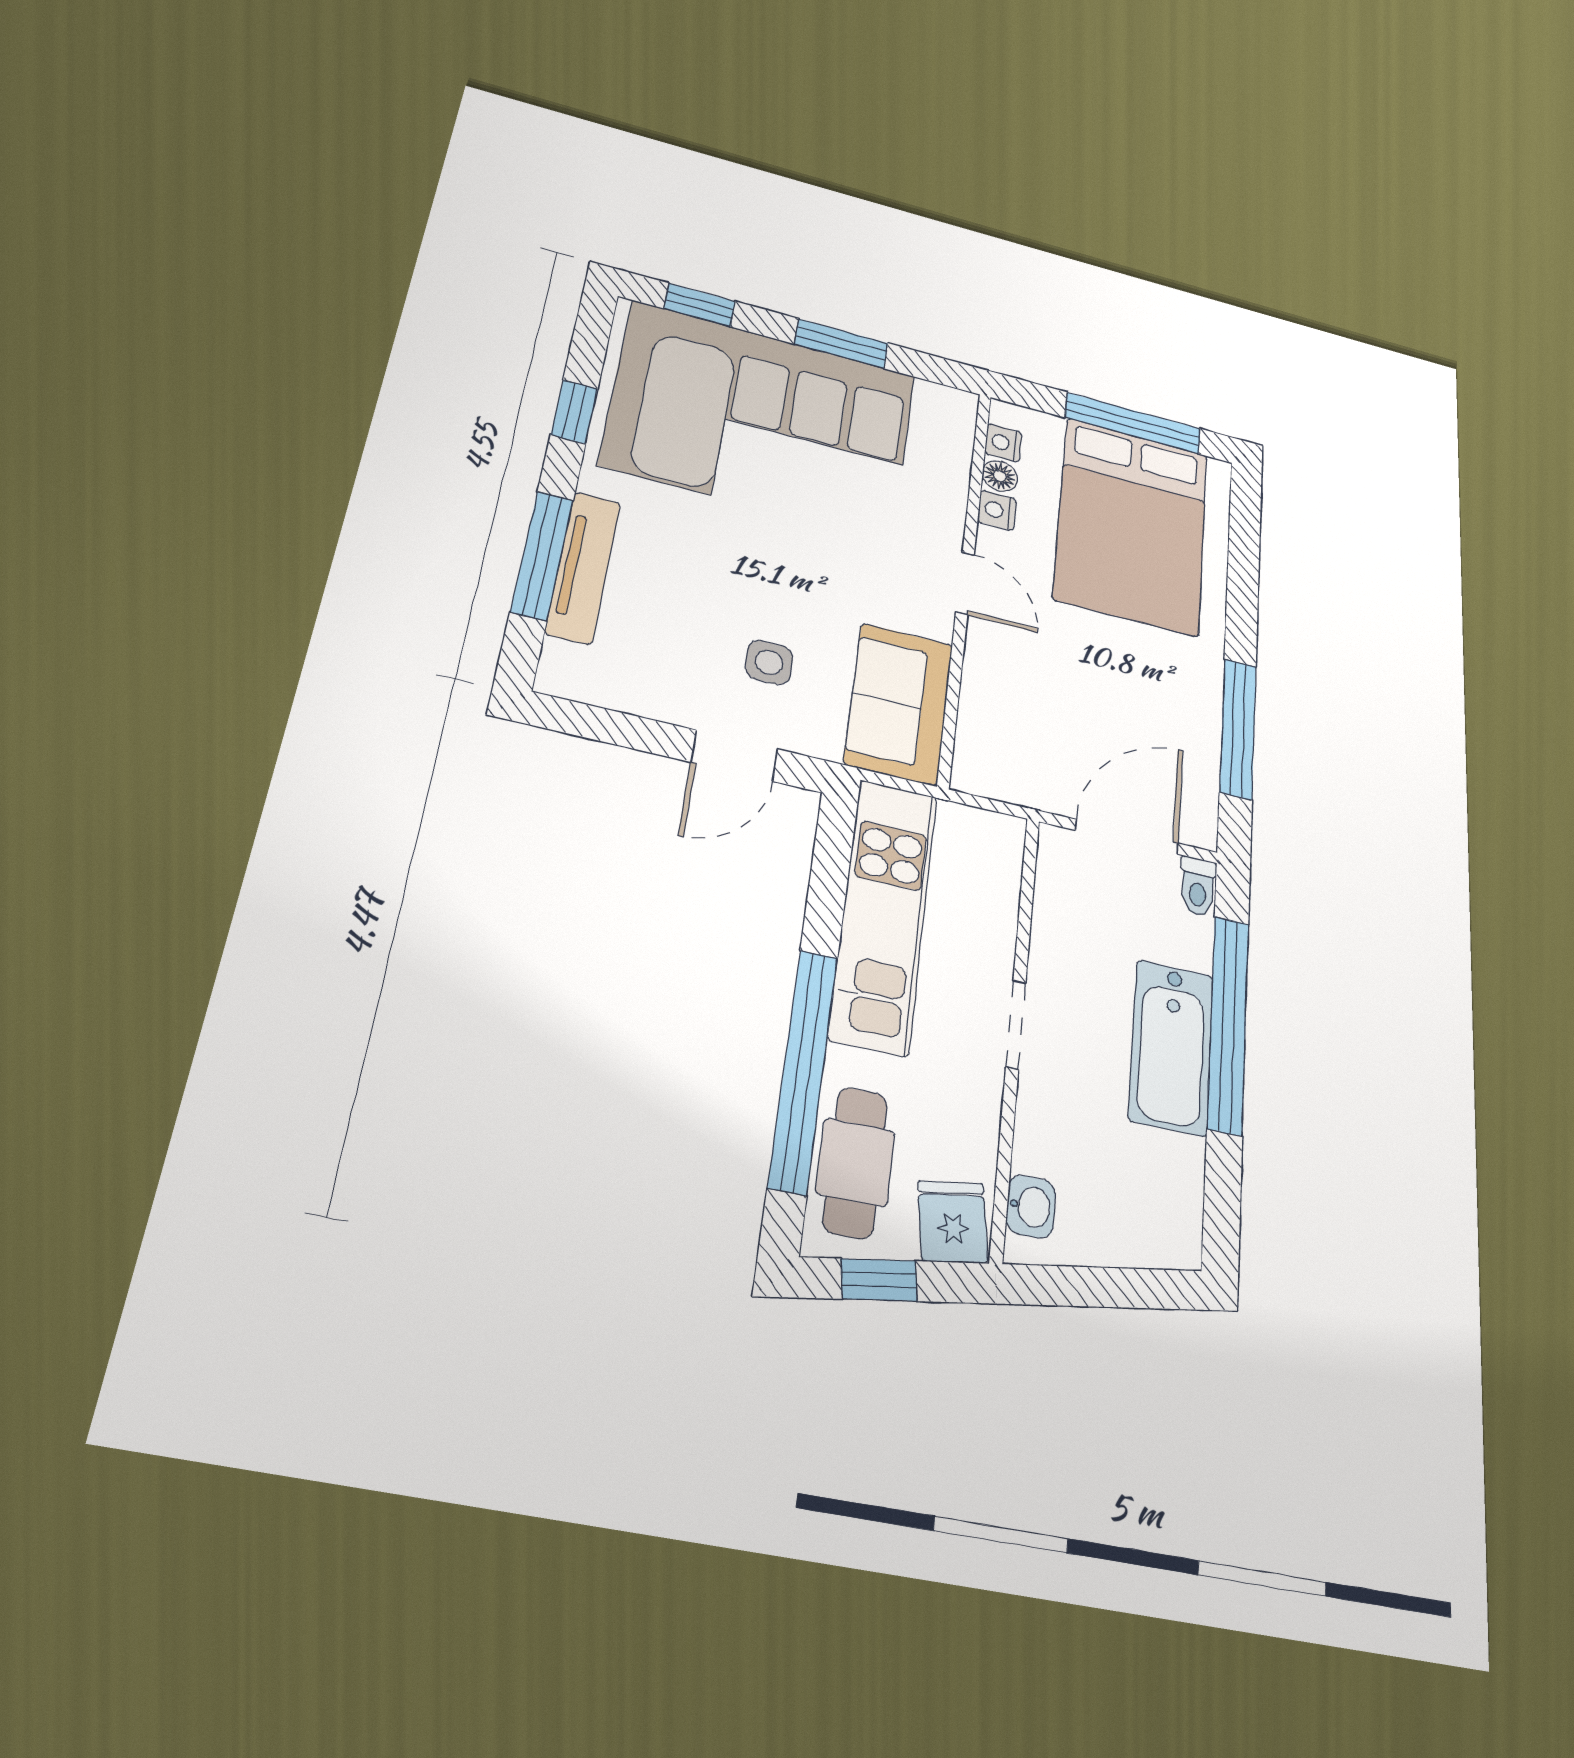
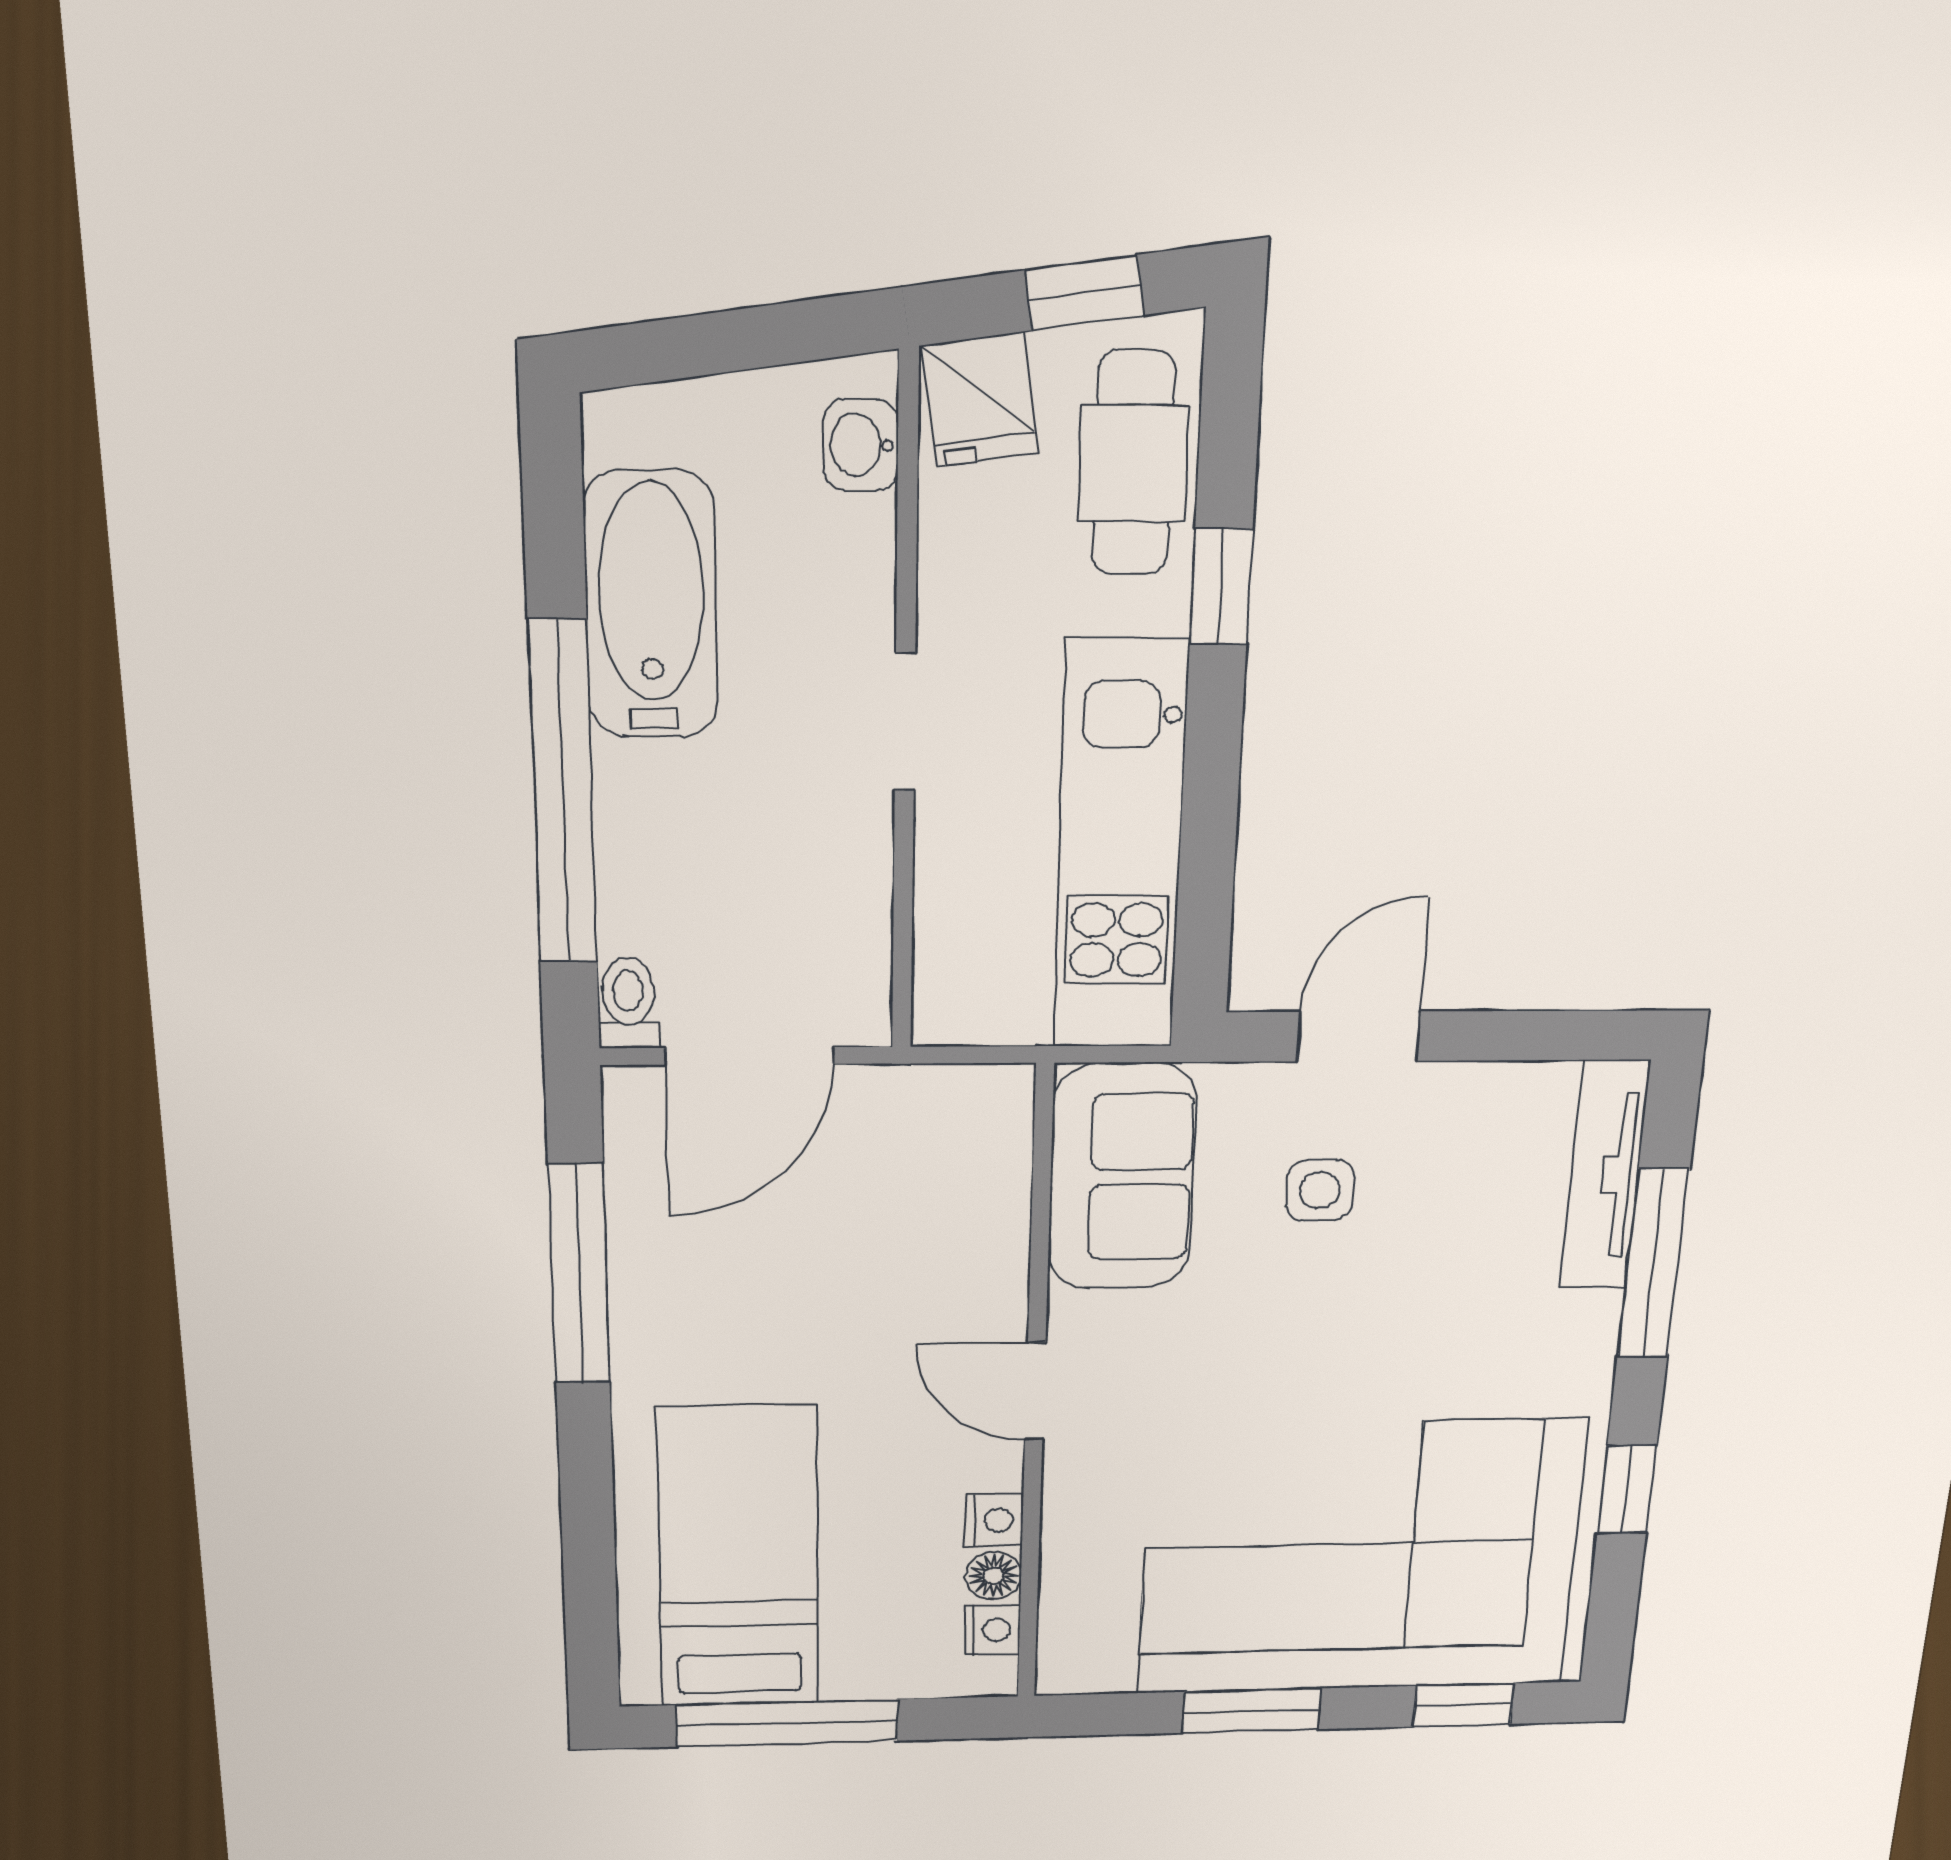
bed: (1132, 526) -> (738, 1557), width x0.67
tv unit: (583, 567) -> (1605, 1176), moved
bathtub: (1171, 1047) -> (651, 605), moved
window: (803, 1070) -> (1221, 587), width x0.32

